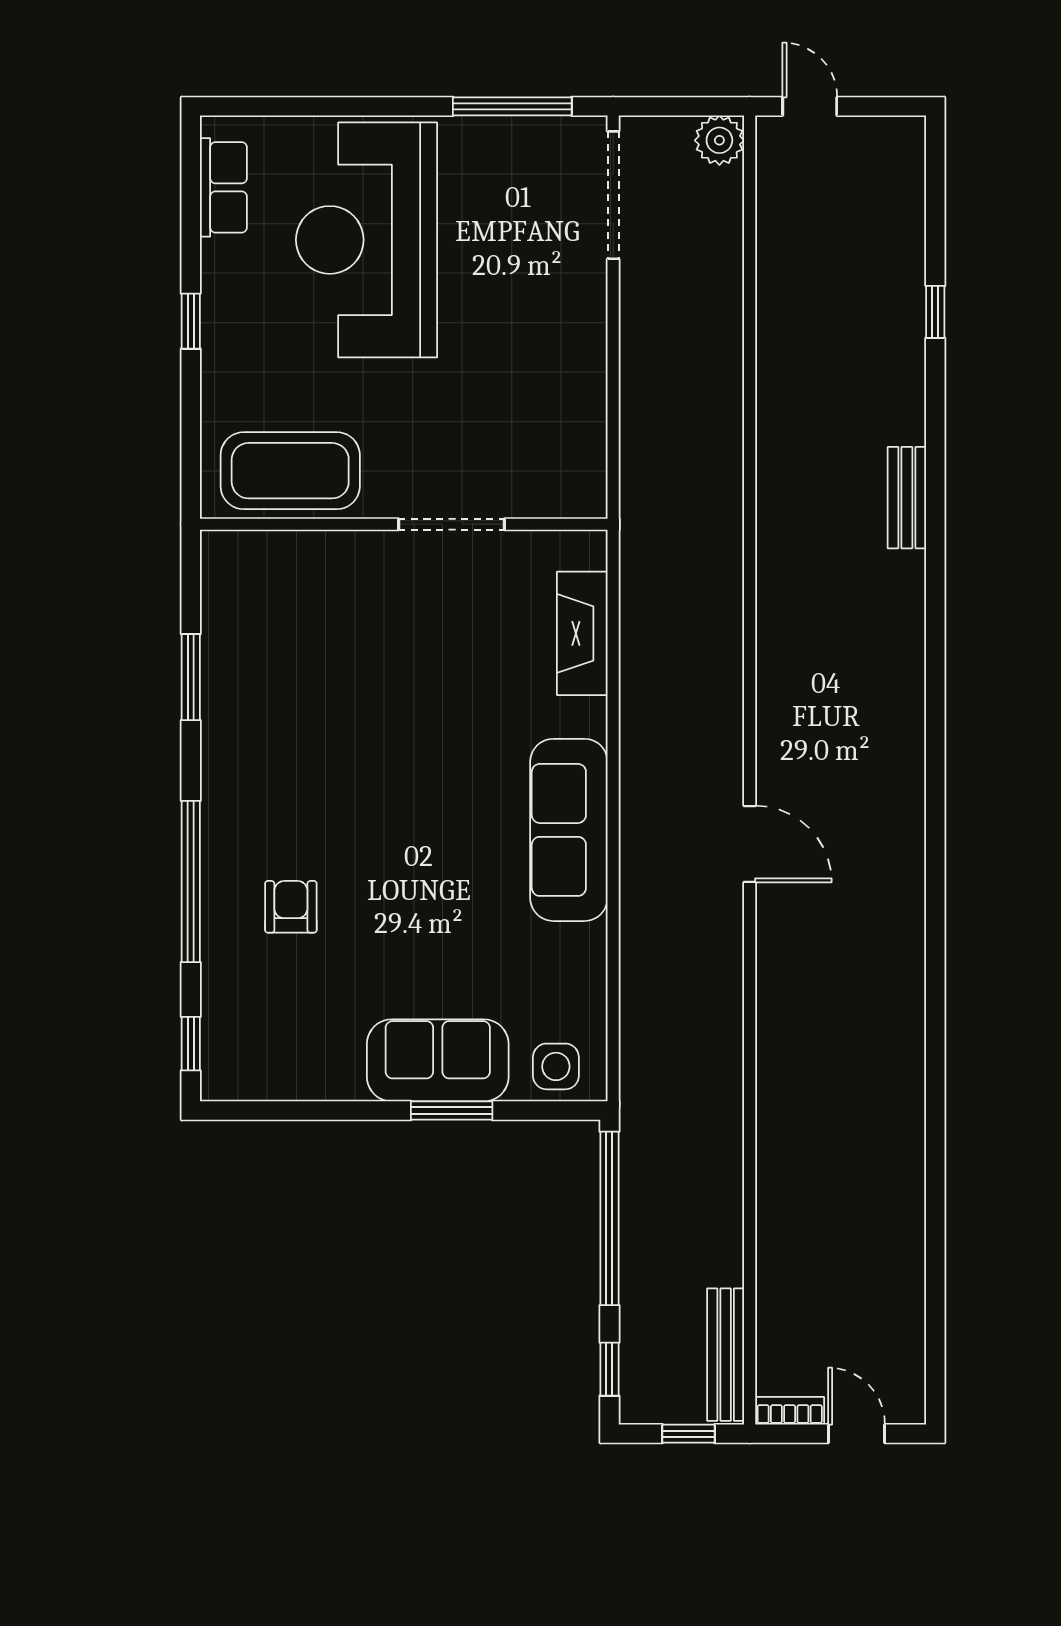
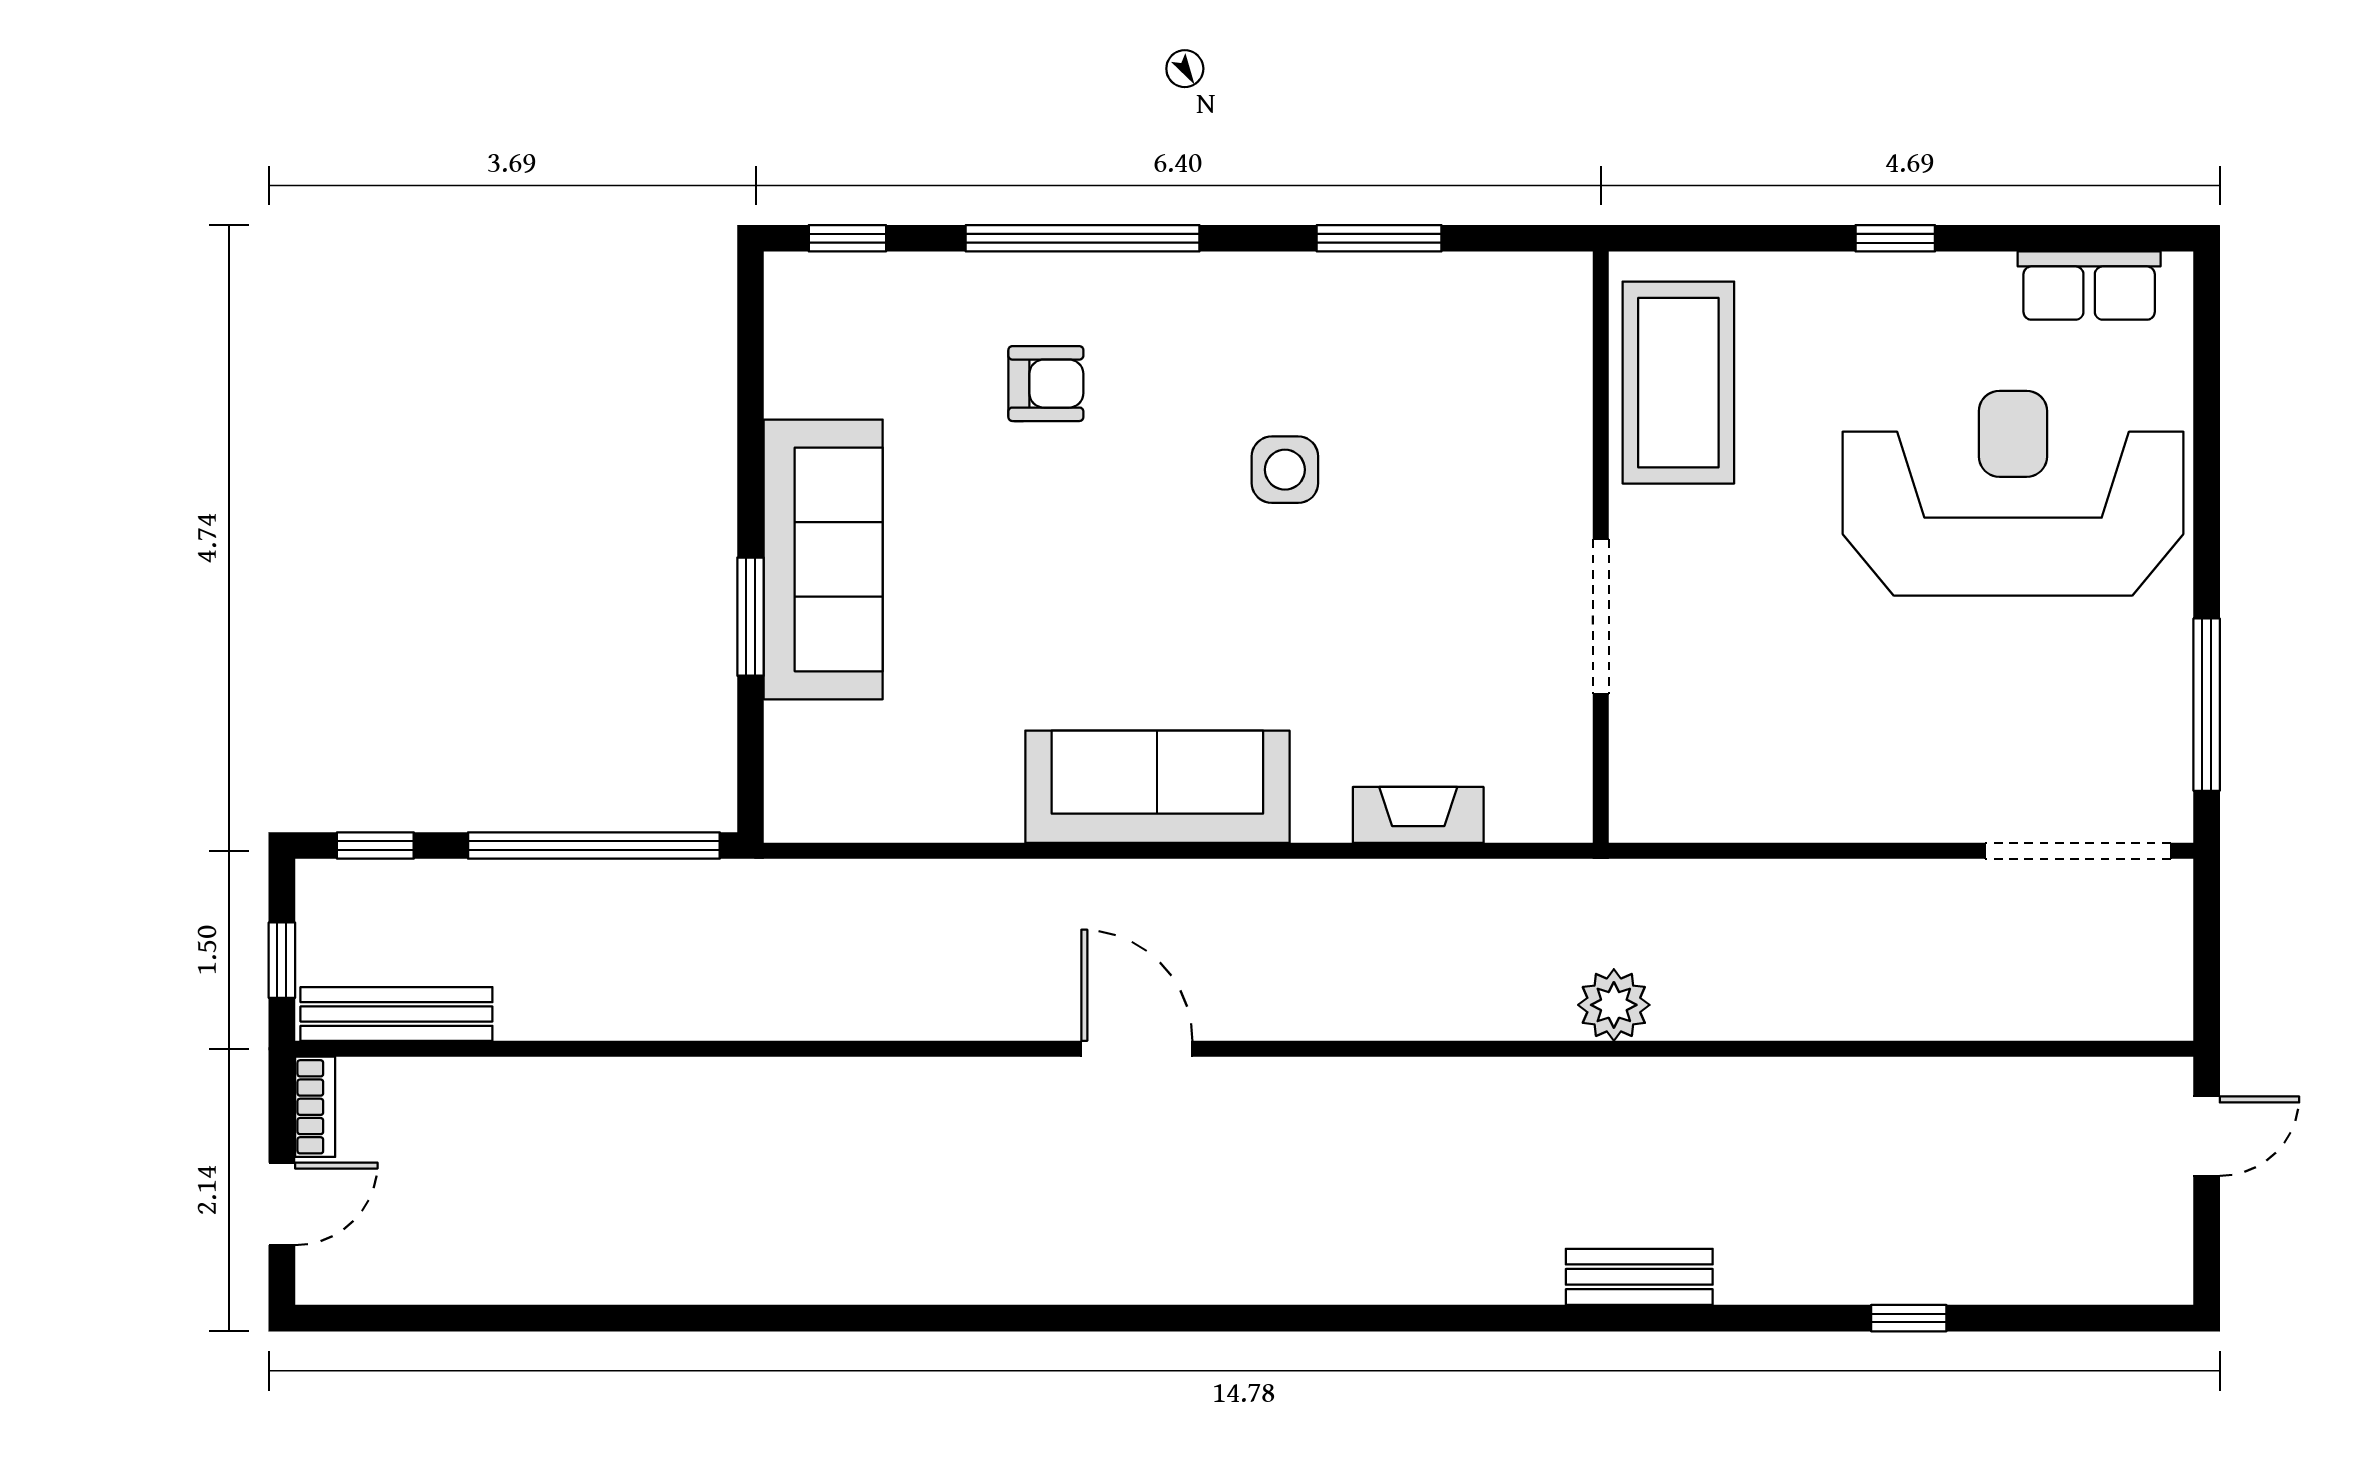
plant: (719, 140) -> (1614, 1005), moved
fireplace: (582, 633) -> (1418, 815), width x0.73, depth x0.76
door: (750, 844) -> (1137, 1049), swing flipped
sofa: (438, 1060) -> (823, 559), width x1.36
side table: (556, 1066) -> (1285, 470), moved

